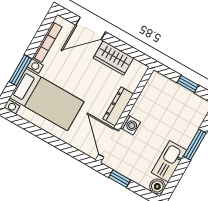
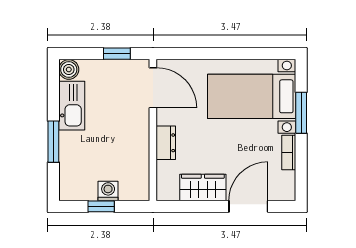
bookcase: (47, 42) -> (289, 152), width x0.64
dresser: (118, 106) -> (166, 143), width x0.70
washing machine: (130, 125) -> (108, 191), moved, turned 90

